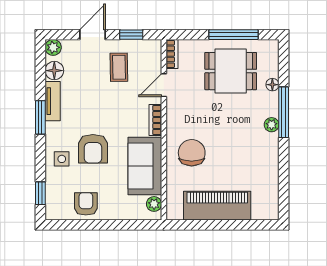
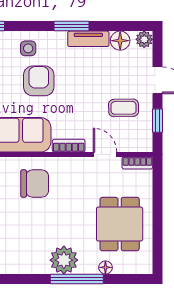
window: (233, 35) -> (158, 227), removed
plant: (272, 125) -> (64, 260), width x1.88, depth x1.88
armchair: (93, 149) -> (39, 81), turned 90

